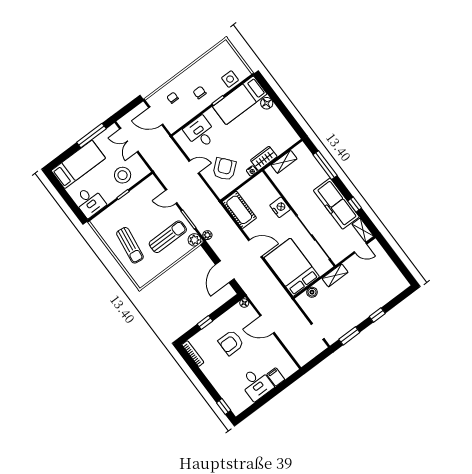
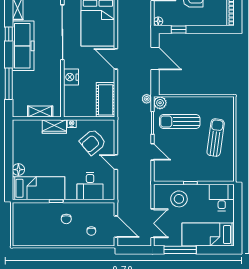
side table: (230, 79) -> (33, 211), removed
door: (225, 272) -> (155, 59), hinge flipped
window: (205, 322) -> (179, 29), moved

